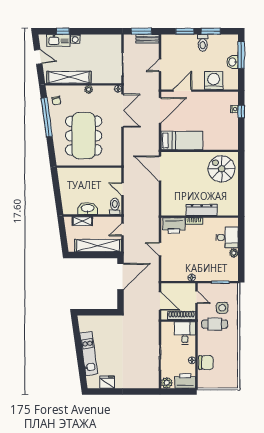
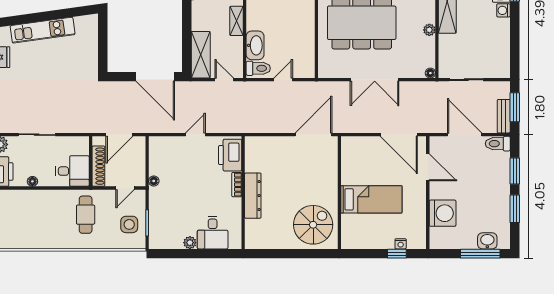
toilet: (203, 43) -> (498, 144), moved
washbasin: (233, 62) -> (487, 241), moved
door: (160, 65) -> (465, 135), width x1.87
double door: (123, 110) -> (375, 80), moved
bed: (182, 141) -> (371, 199), moved, turned -90
washbasin: (88, 208) -> (255, 45), moved
shelving: (98, 246) -> (201, 55), width x0.68
side table: (222, 308) -> (129, 224), moved
chair: (206, 363) -> (29, 202), removed

